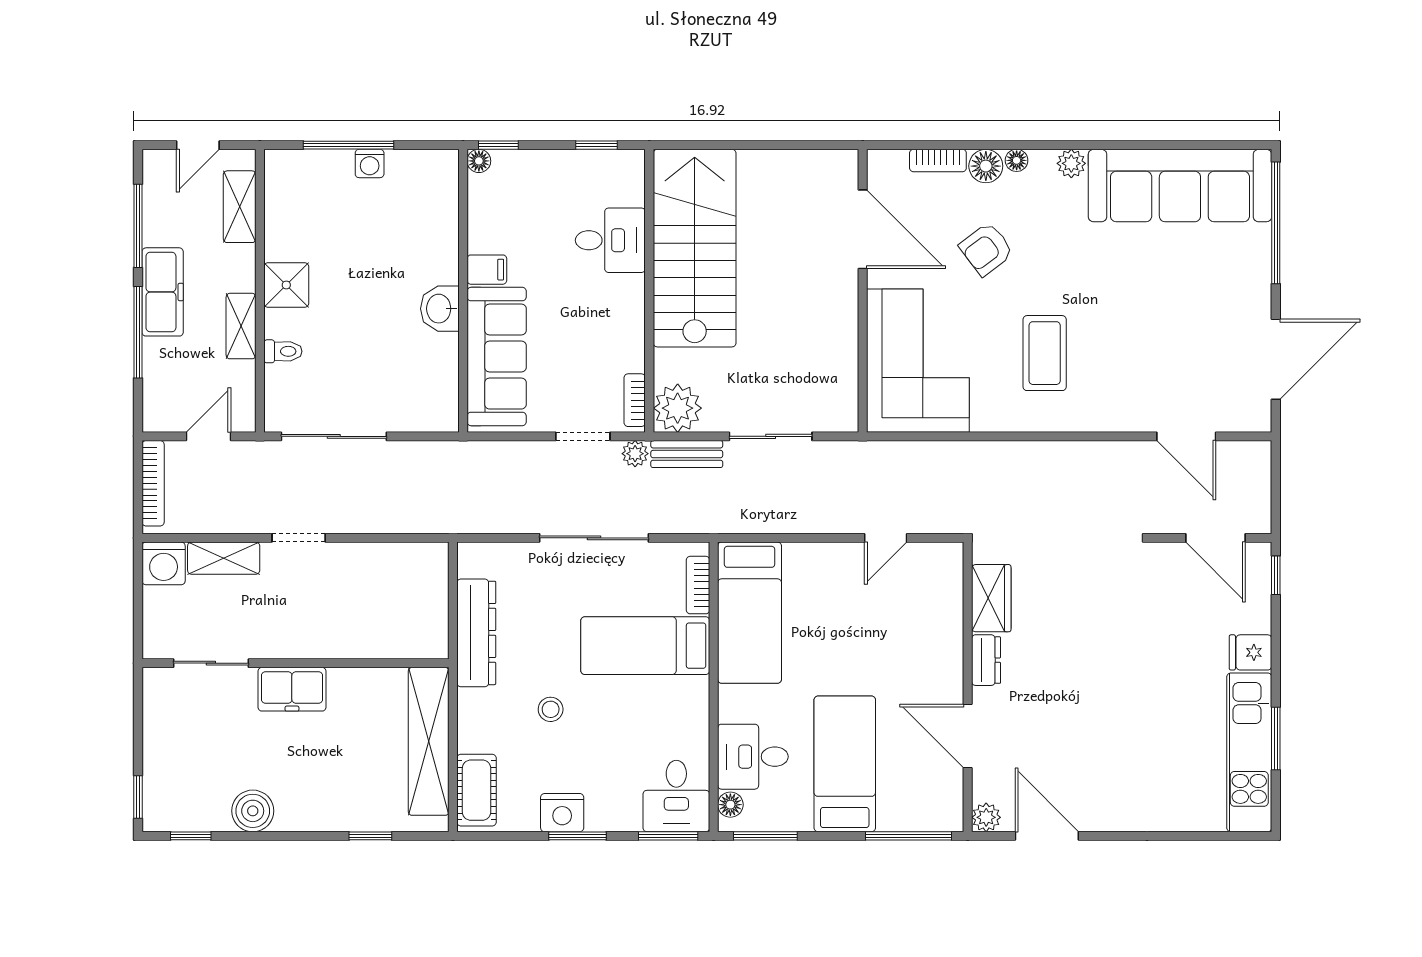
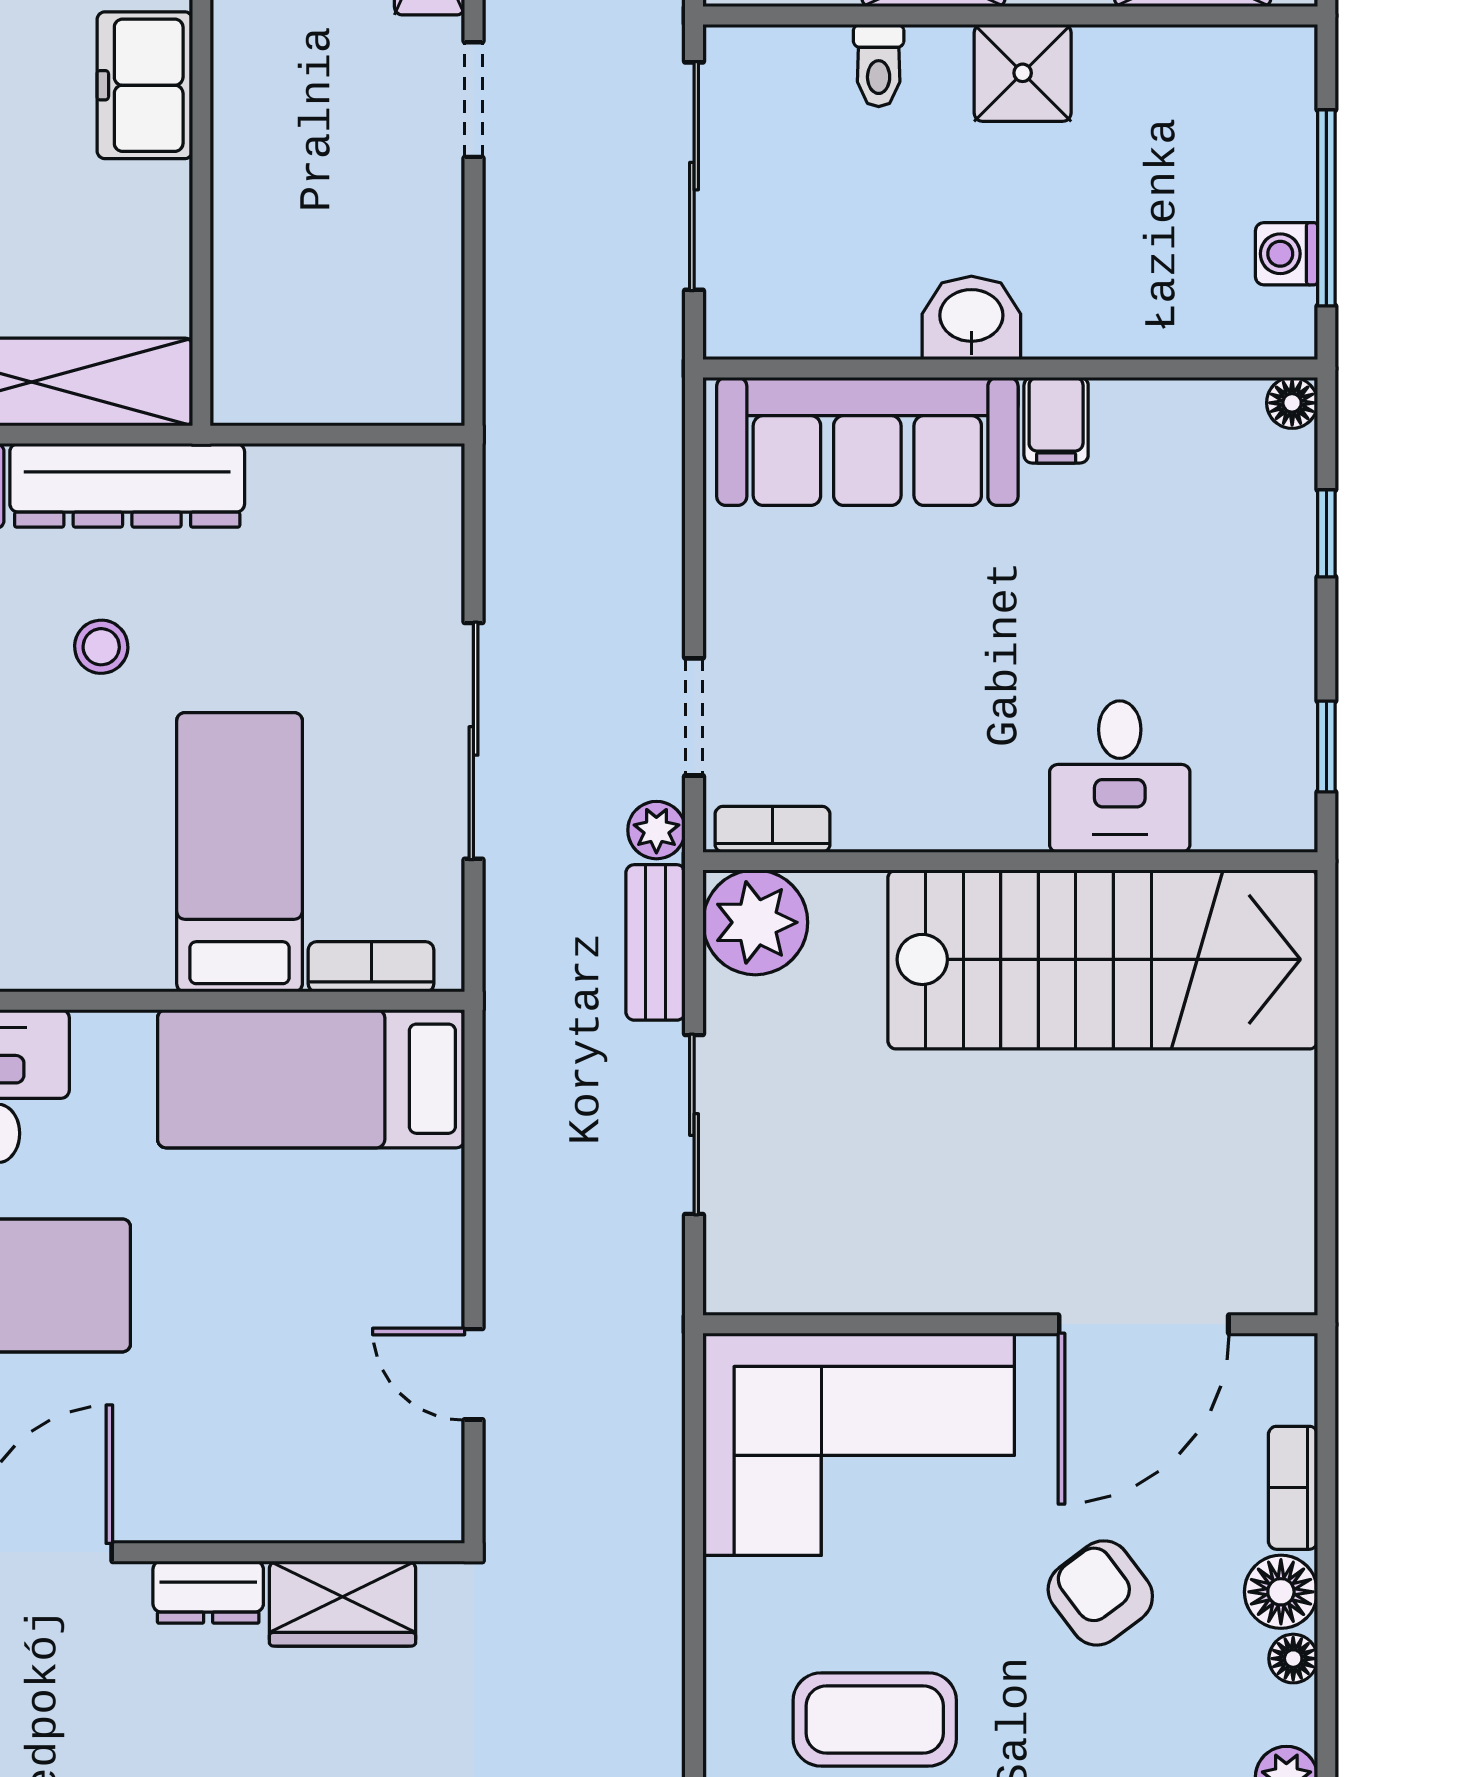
floor lamp: (479, 161) -> (1292, 403), moved
filing cabinet: (487, 270) -> (1056, 420), moved
wall: (463, 291) -> (1010, 368), moved
washbasin: (440, 309) -> (971, 318), moved
sofa: (497, 357) -> (867, 441), moved
dresser: (476, 633) -> (127, 485), moved

